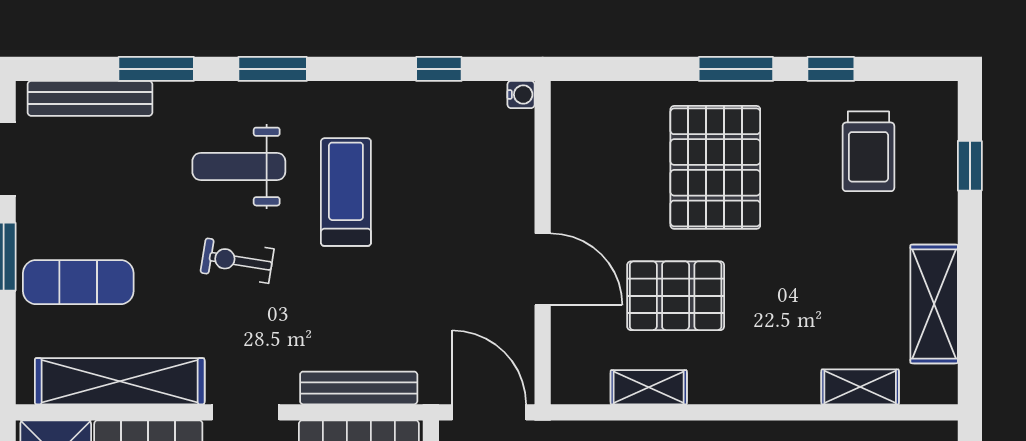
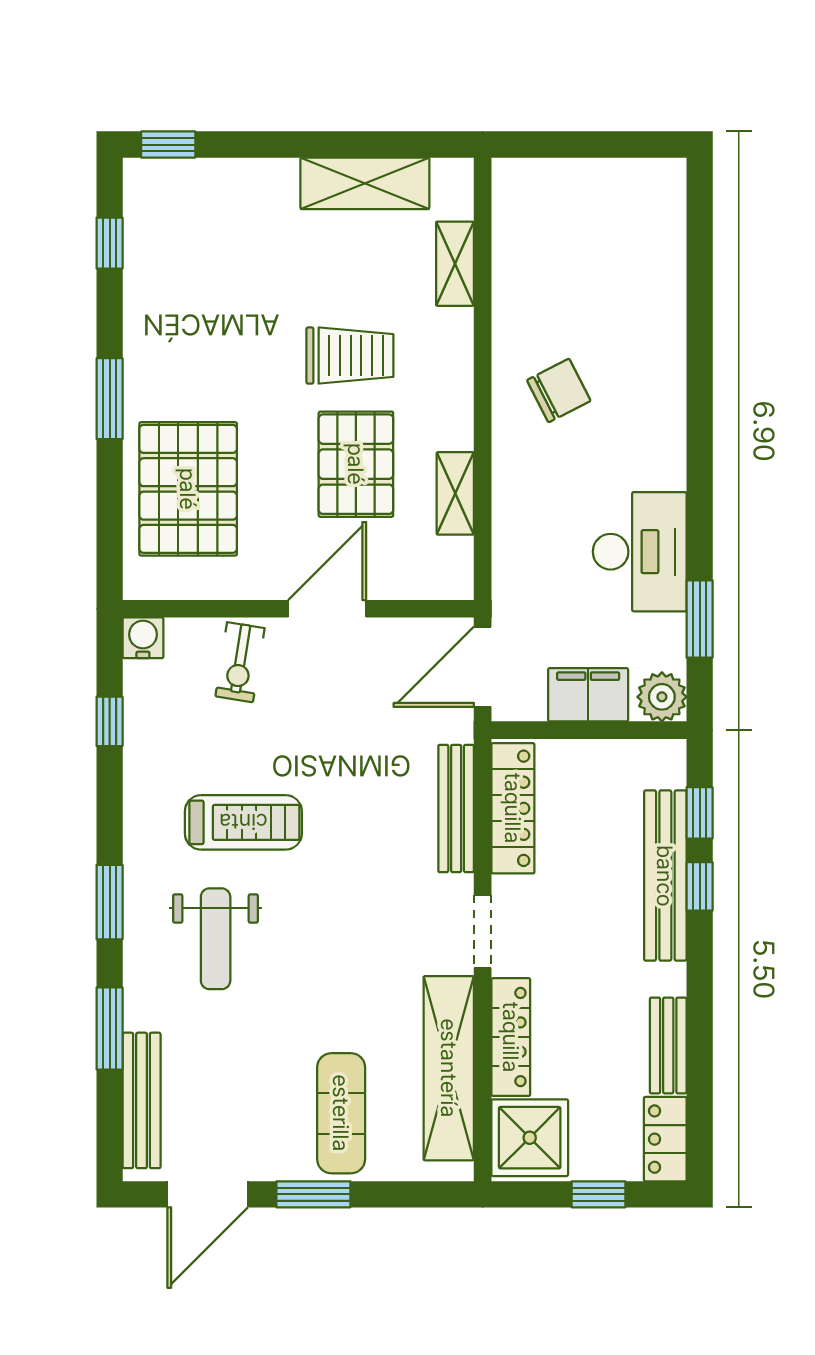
window: (831, 69) -> (110, 243), moved
water cooler: (521, 95) -> (143, 638), width x1.38, depth x1.38
trolley: (868, 151) -> (350, 356), moved
window: (970, 166) -> (168, 145), moved
pallet: (715, 167) -> (188, 489), moved, turned 90
treadmill: (346, 192) -> (243, 822), turned 180
exercise bike: (237, 261) -> (240, 662), moved

